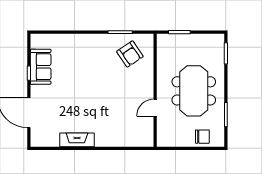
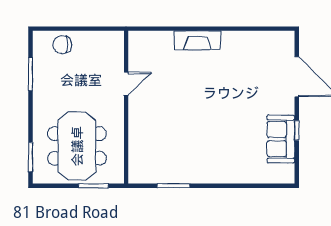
armchair: (130, 54) -> (160, 156), removed
meeting table: (194, 91) -> (77, 146), moved
fireplace: (77, 140) -> (197, 40), moved

